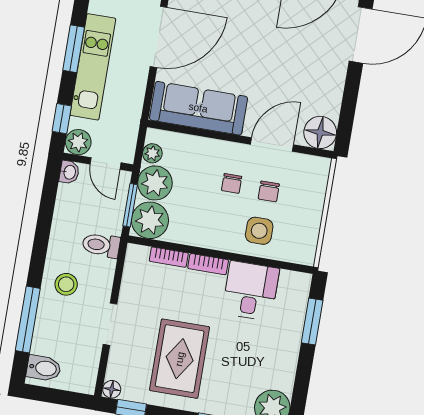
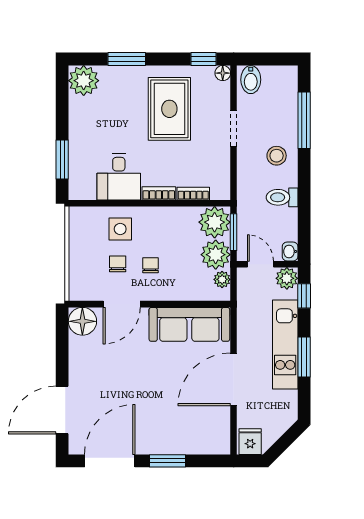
toilet: (101, 245) -> (282, 197), moved, turned 180
bidet: (44, 368) -> (251, 80), moved, turned -90

